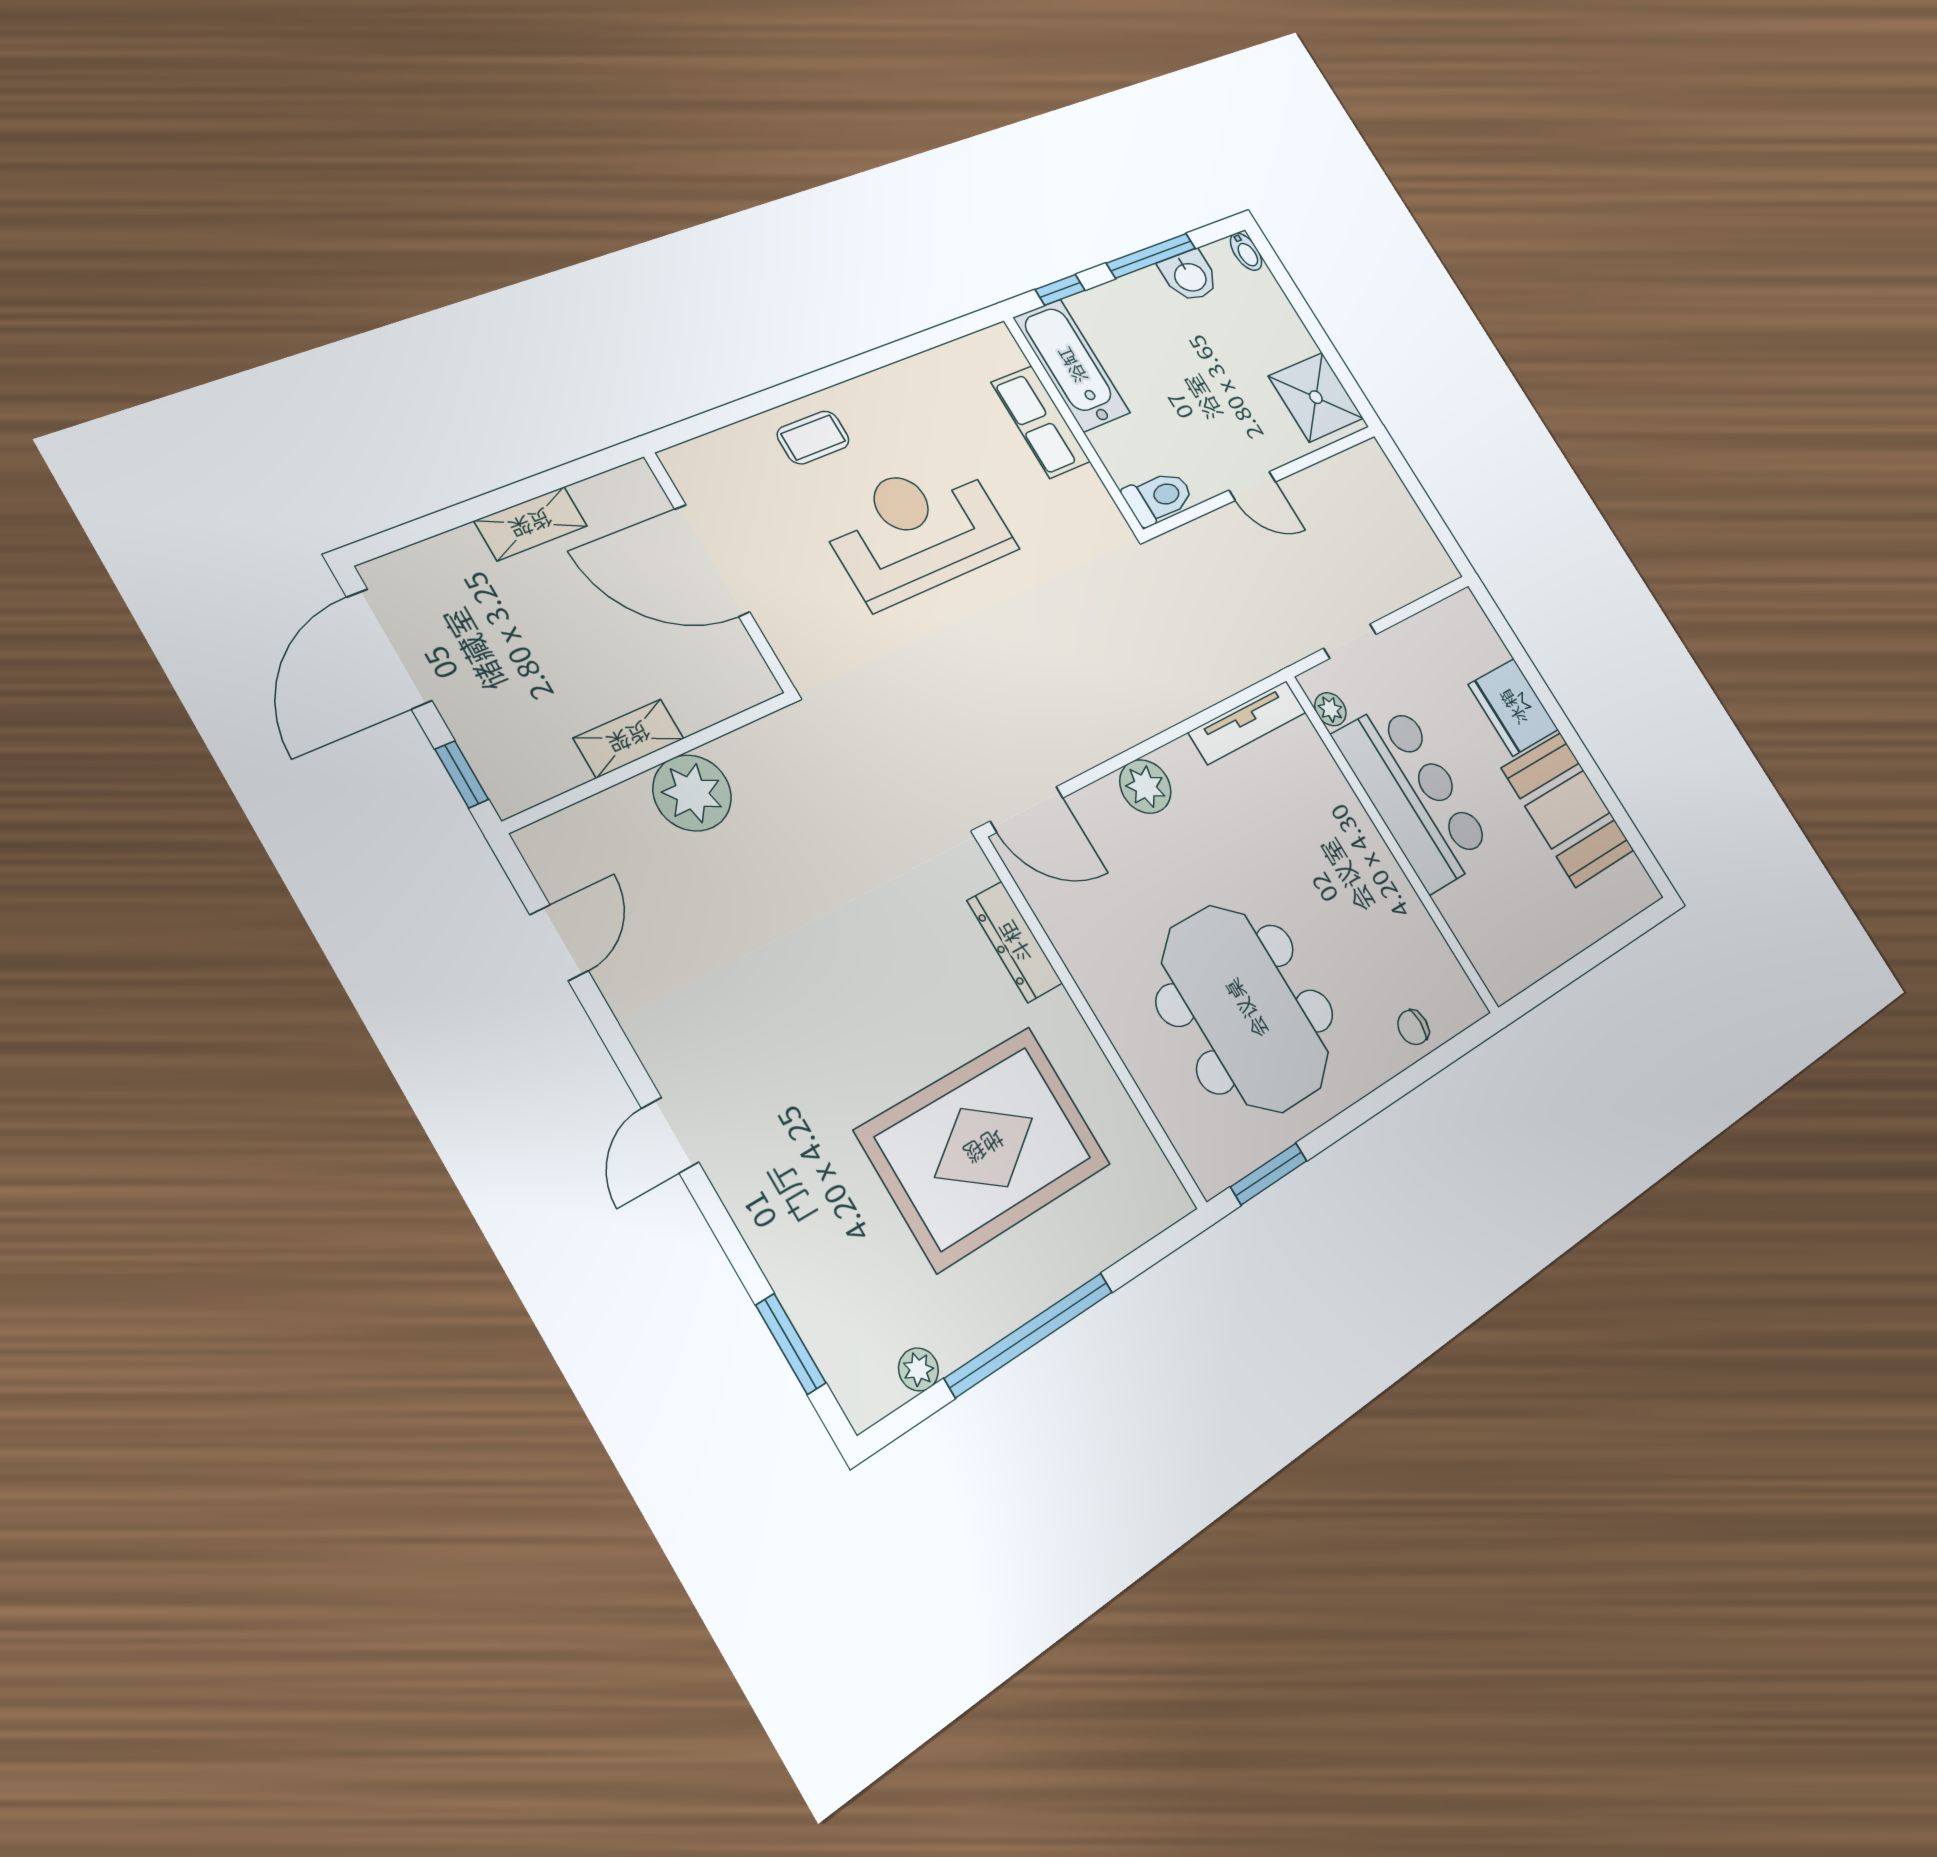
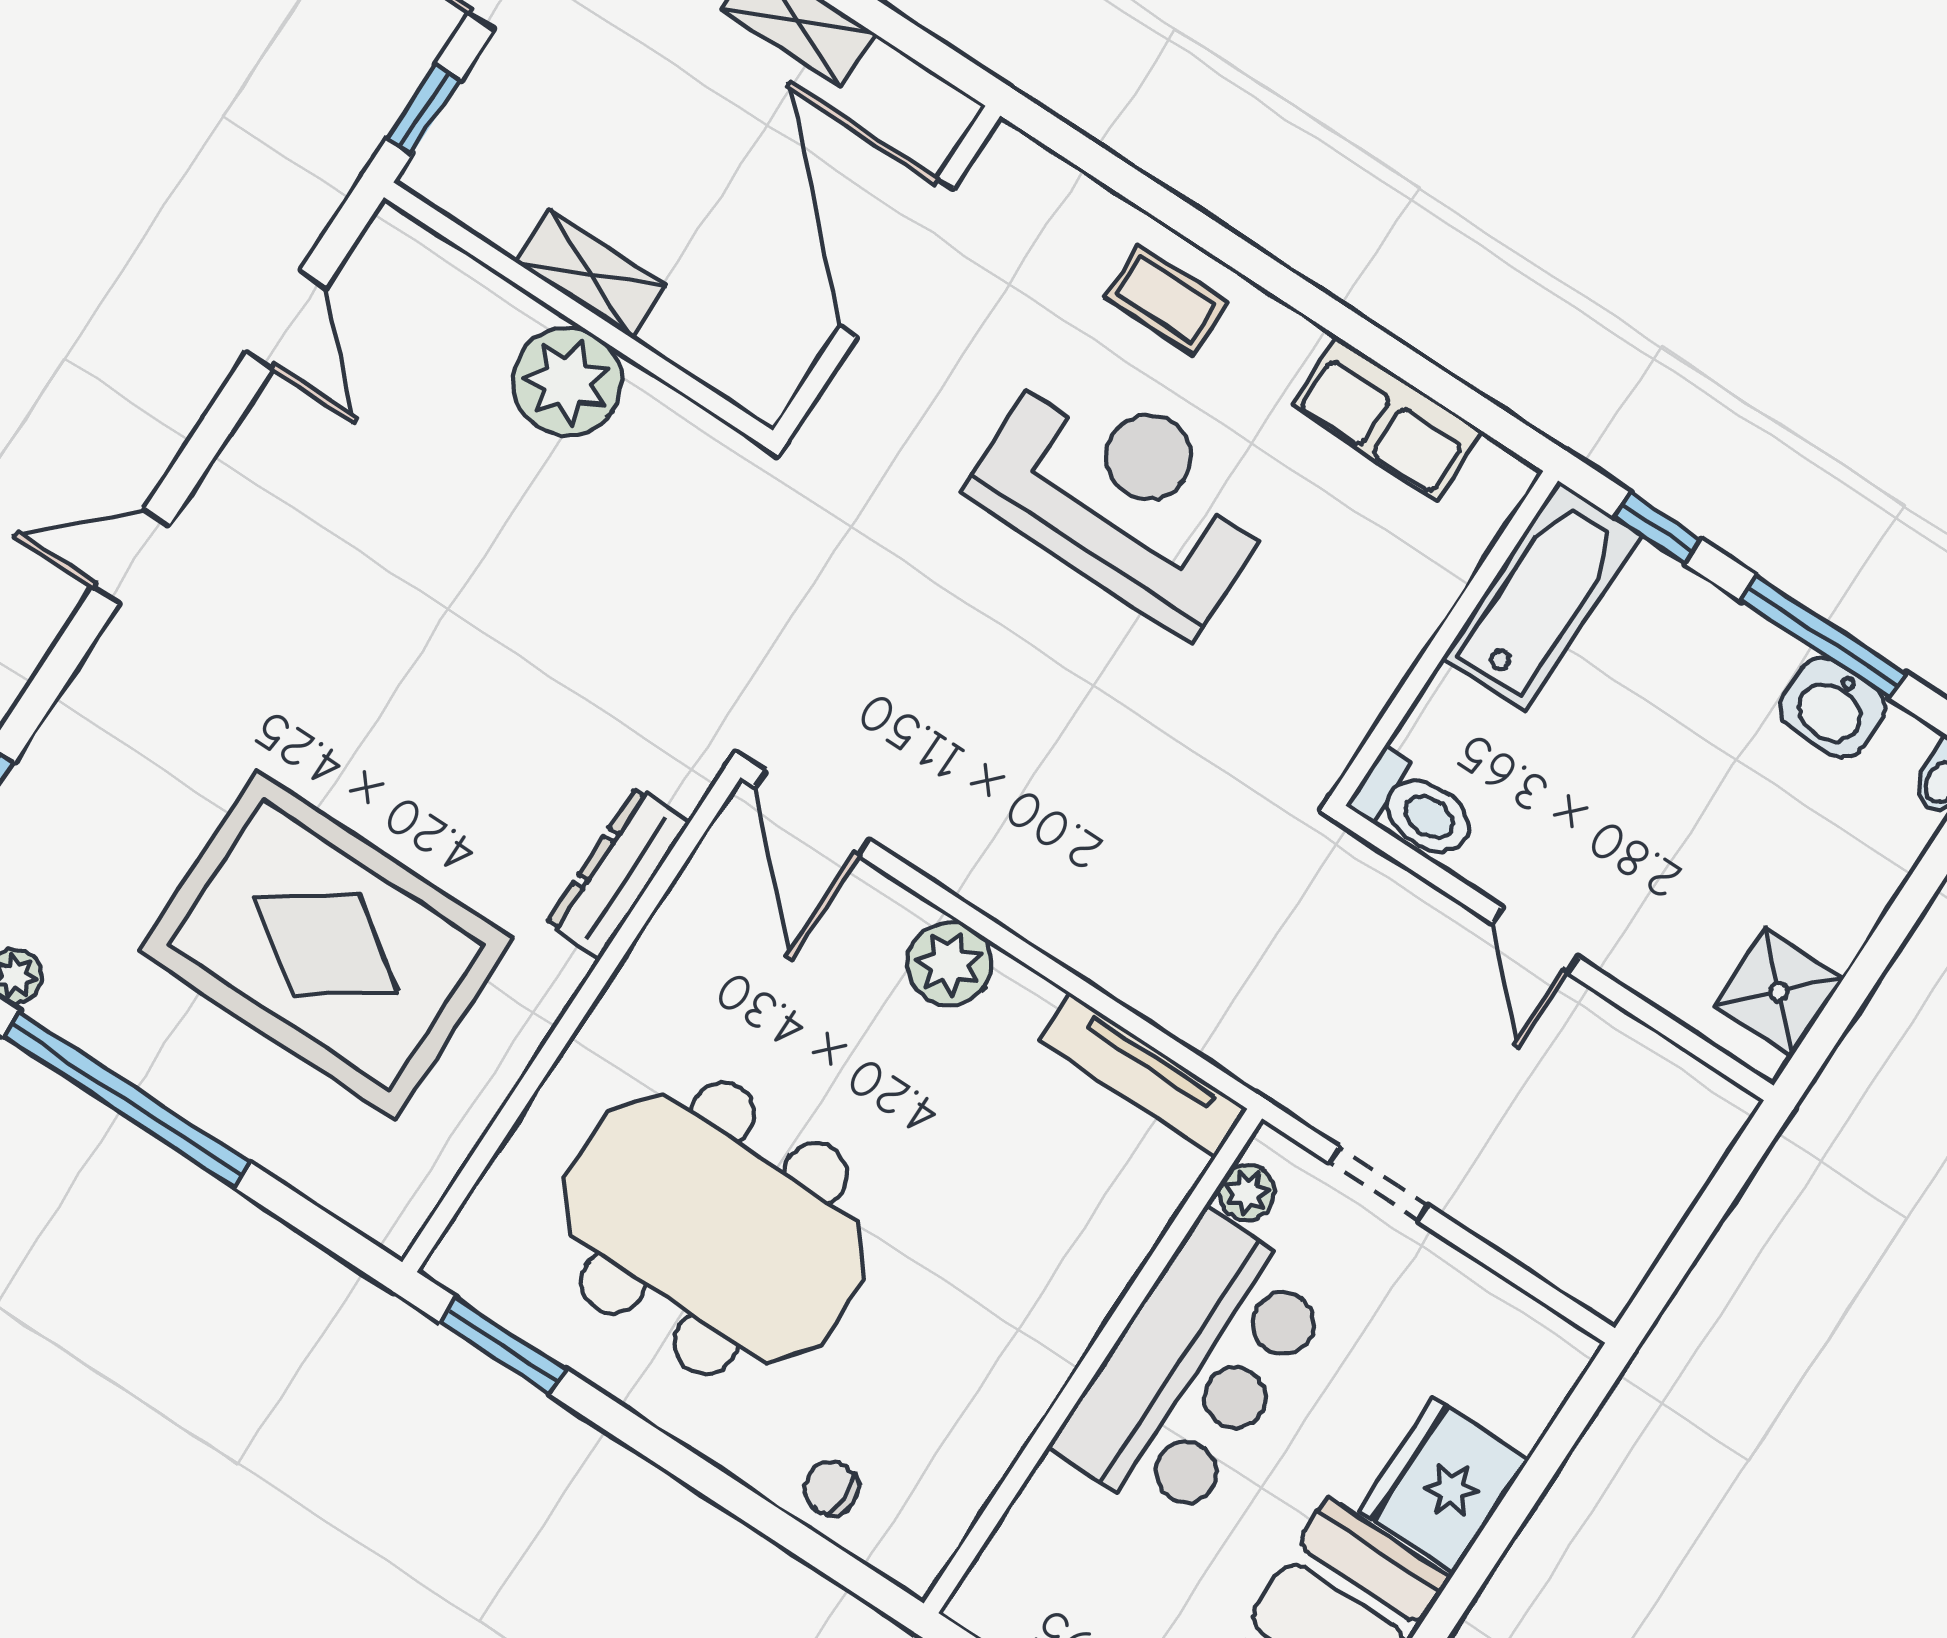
shower: (1316, 397) -> (1779, 992), width x0.73, depth x0.73
row of seats: (1041, 422) -> (1387, 418), moved, turned -90
door: (559, 943) -> (286, 320), hinge flipped
meeting table: (1246, 1008) -> (714, 1228), turned 90

